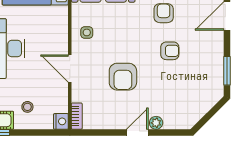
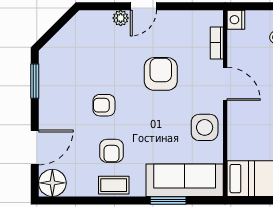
side table: (87, 32) -> (205, 127), width x1.87, depth x1.87
bookcase: (77, 116) -> (217, 43), moved

